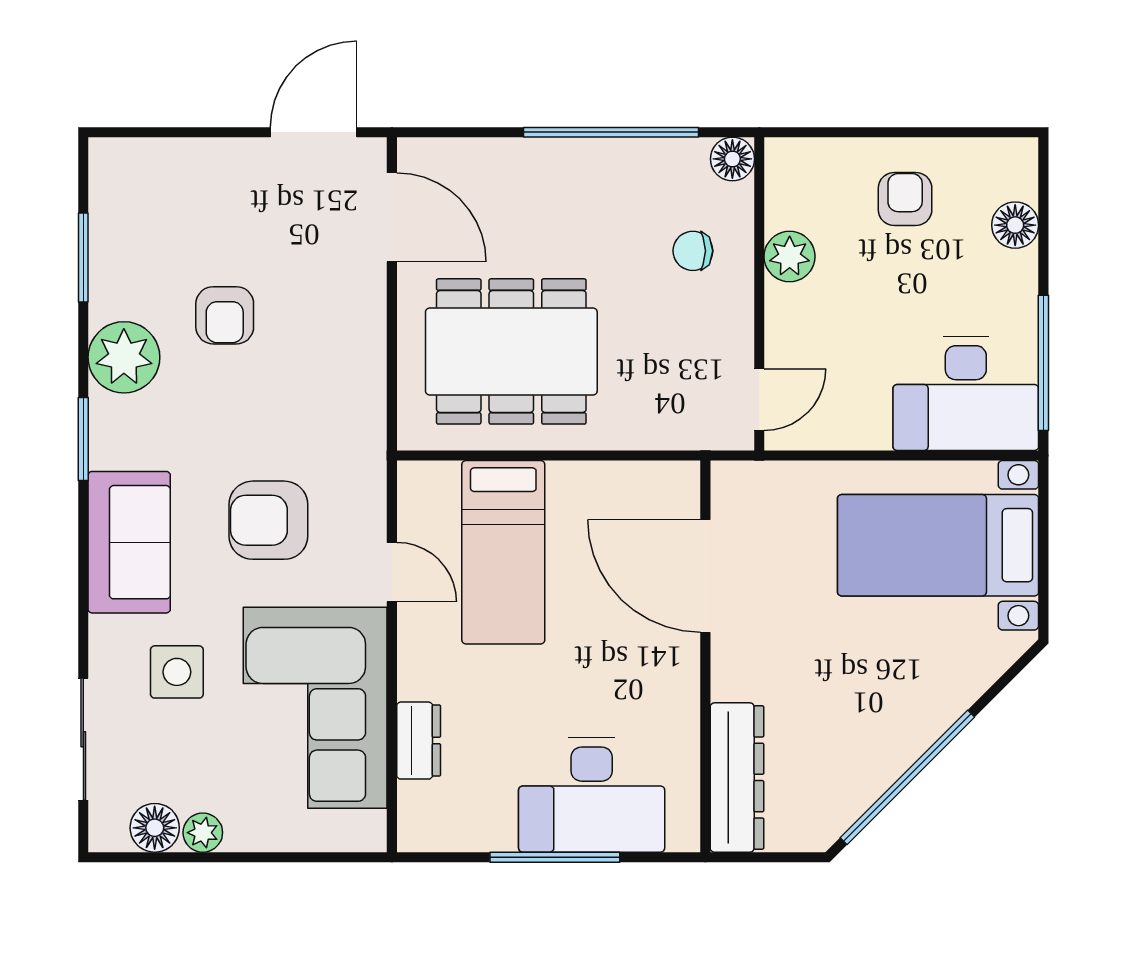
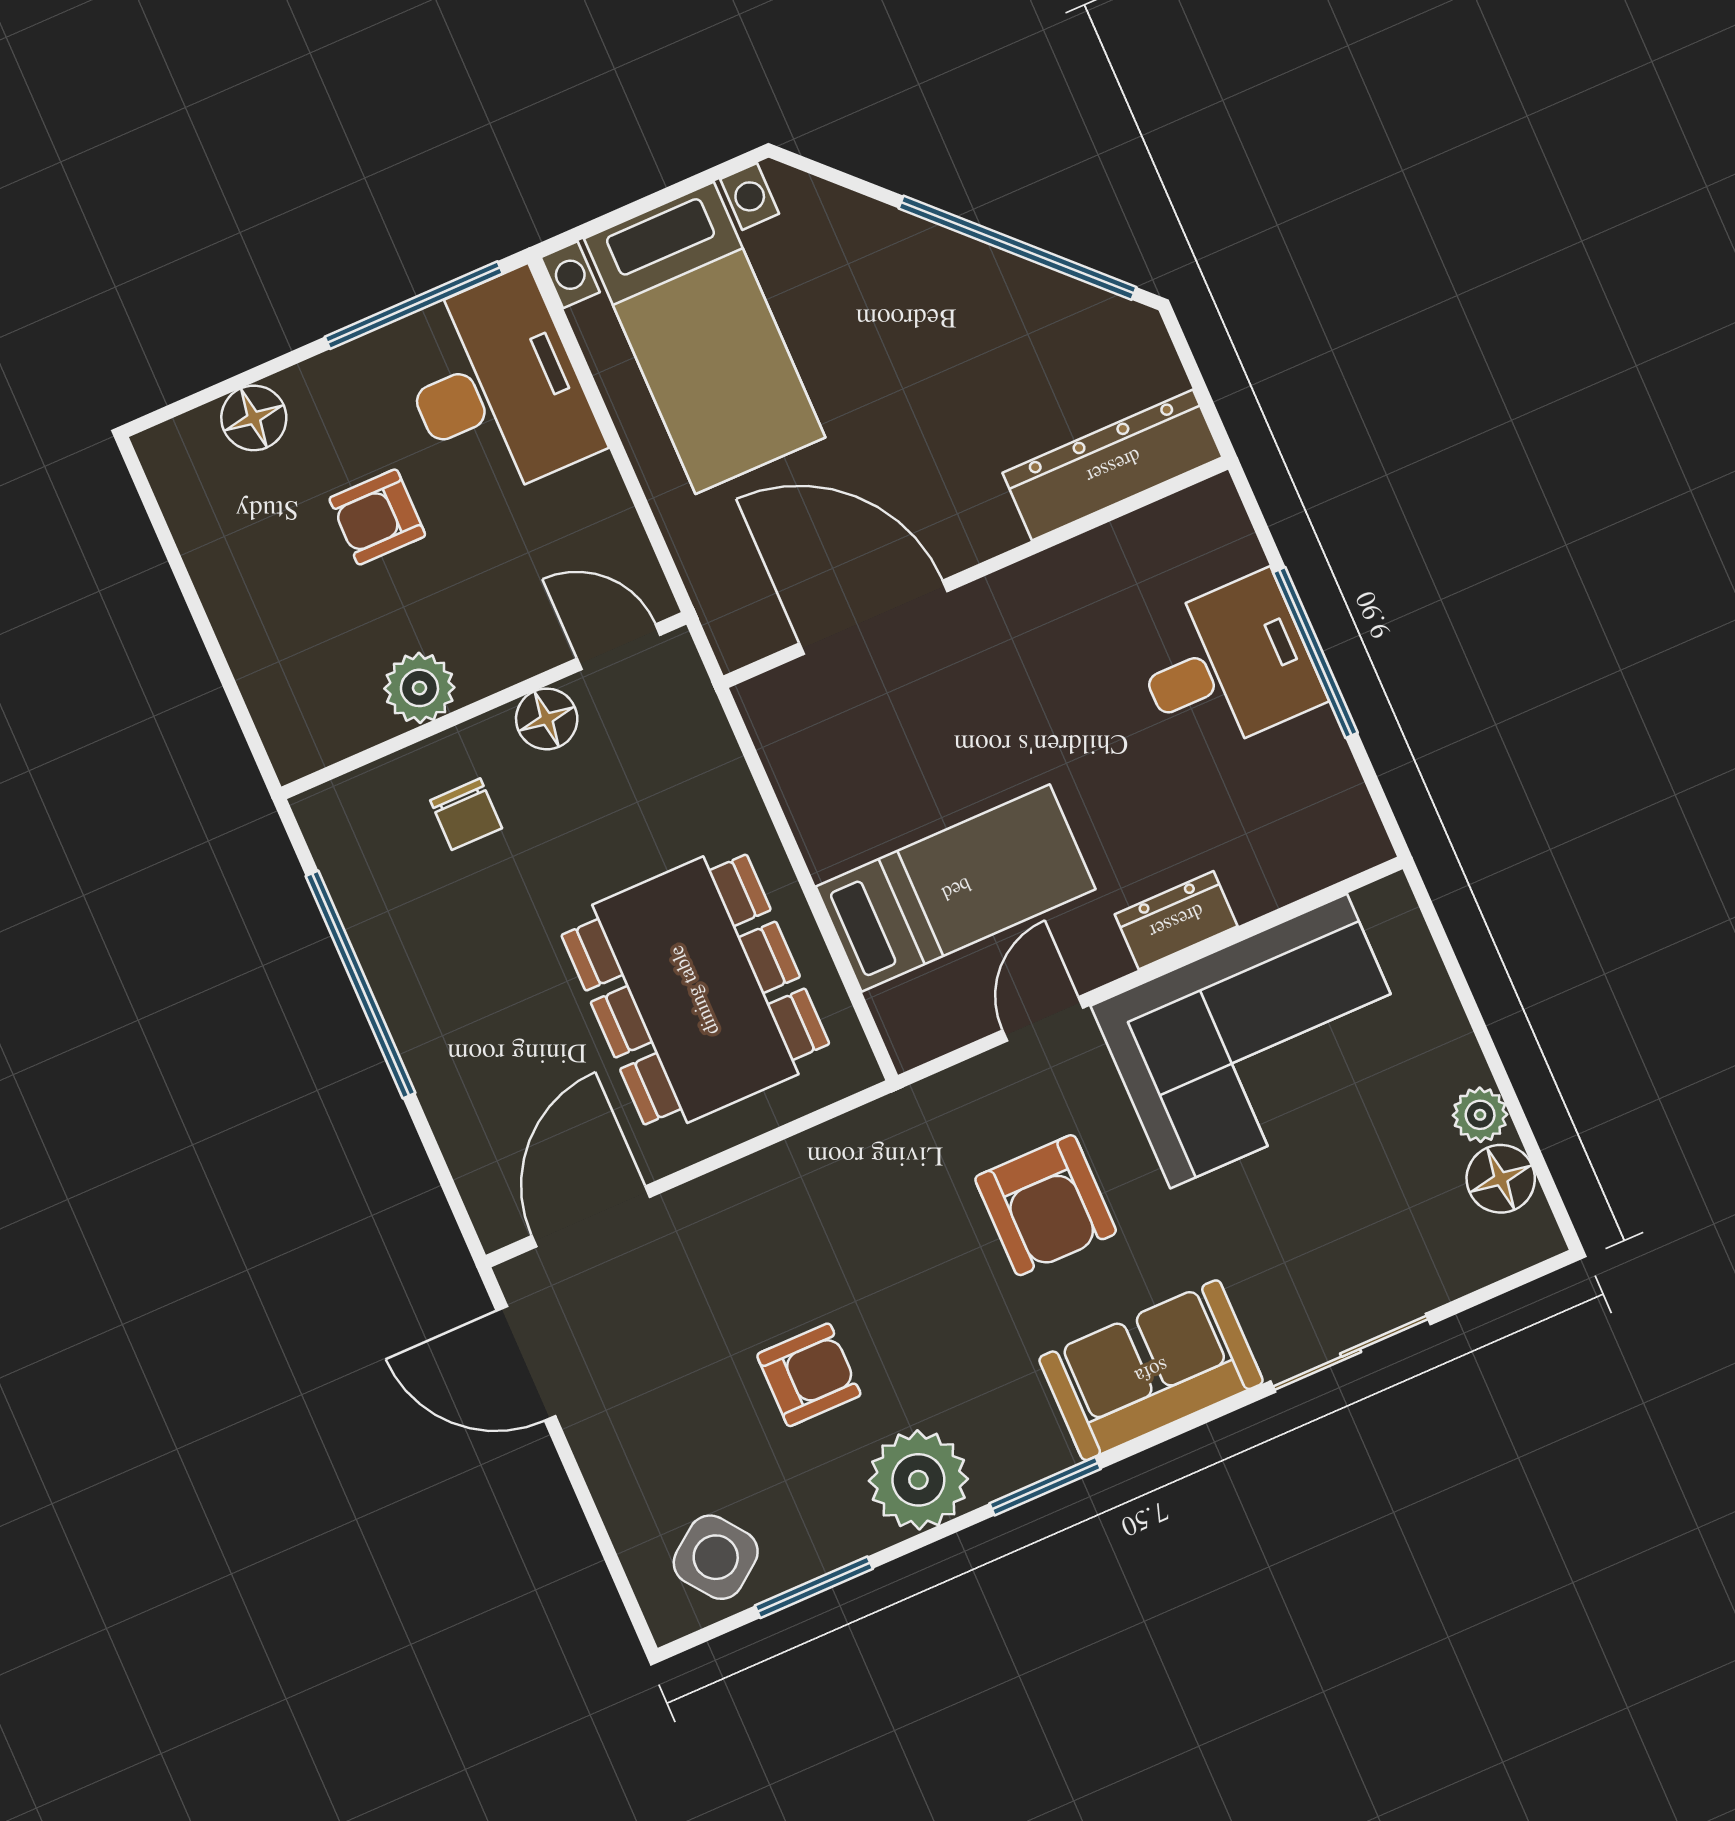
floor lamp: (732, 159) -> (547, 719), moved
armchair: (905, 199) -> (377, 517), moved
door: (705, 576) -> (873, 617), swing flipped
side table: (177, 672) -> (716, 1557), moved, turned -37
sliding door: (83, 739) -> (1351, 1353), moved
dresser: (419, 741) -> (1176, 920), moved
desk: (592, 795) -> (1227, 666), width x0.73

